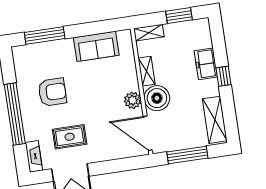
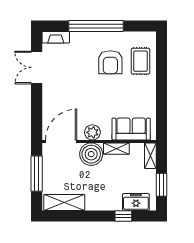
window: (45, 35) -> (162, 63), removed
sofa: (96, 46) -> (131, 129), moved, turned 90
freezer: (206, 64) -> (136, 202), moved
window: (223, 76) -> (123, 216), moved
rug: (70, 137) -> (140, 61), moved

